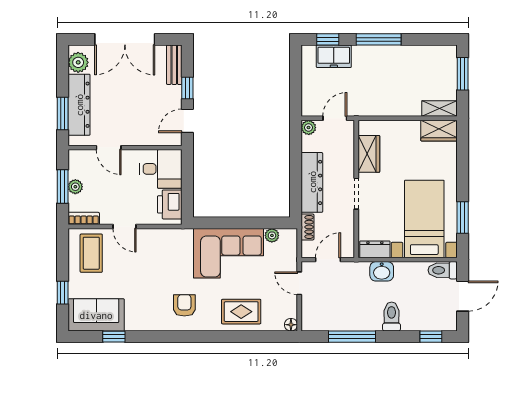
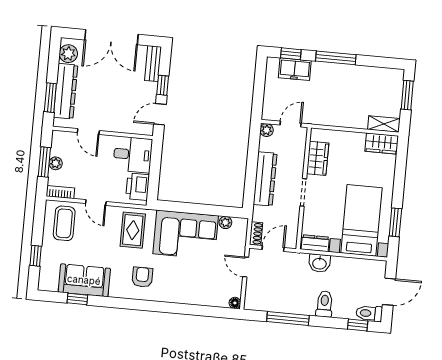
shoe rack: (307, 227) -> (256, 234), moved
toilet: (443, 270) -> (369, 313), moved
rug: (241, 312) -> (133, 230), moved, turned 90
sofa: (96, 315) -> (84, 280), moved

